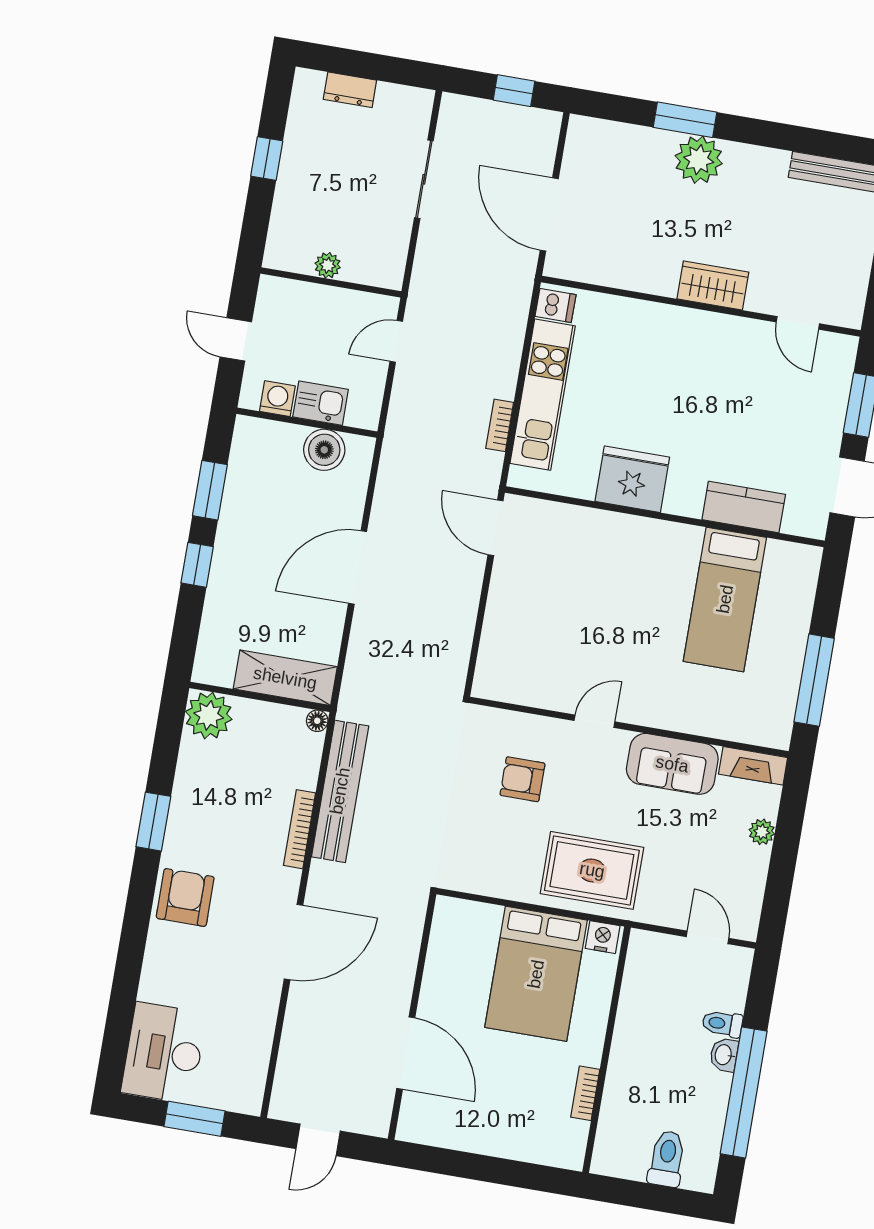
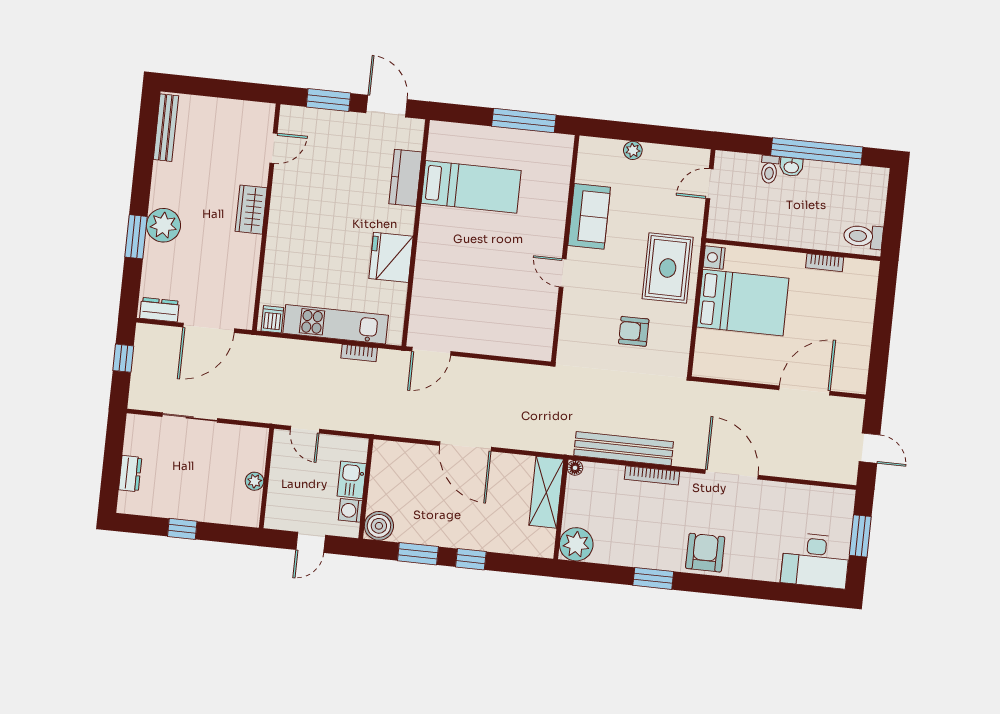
dresser: (579, 146) -> (159, 310), added
boiler: (324, 450) -> (379, 526), moved
fireplace: (753, 766) -> (587, 160), removed
armchair: (523, 779) -> (634, 331), moved, turned 90
armchair: (185, 898) -> (705, 553), turned 90
toilet: (667, 1159) -> (863, 236), moved

